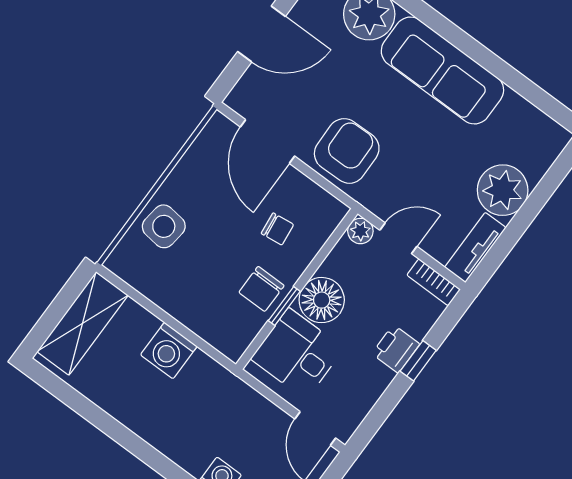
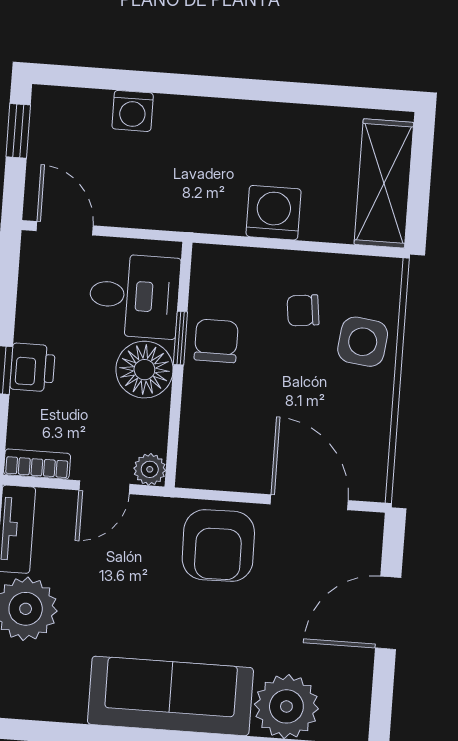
chair: (277, 229) -> (303, 310), moved

